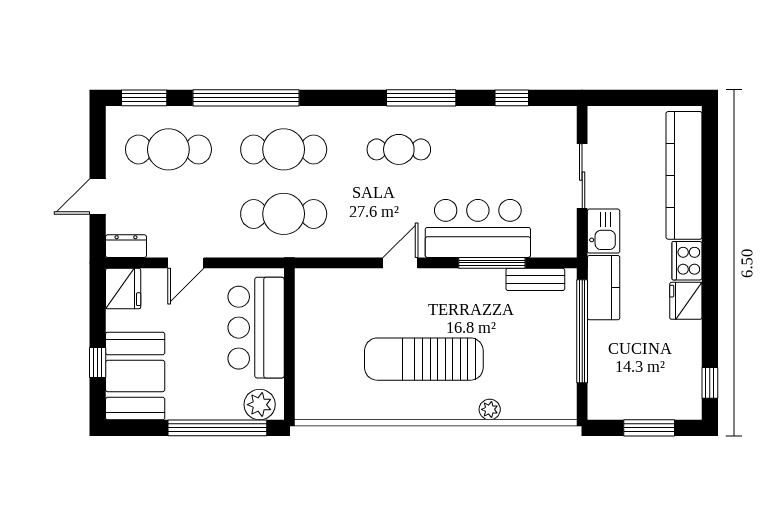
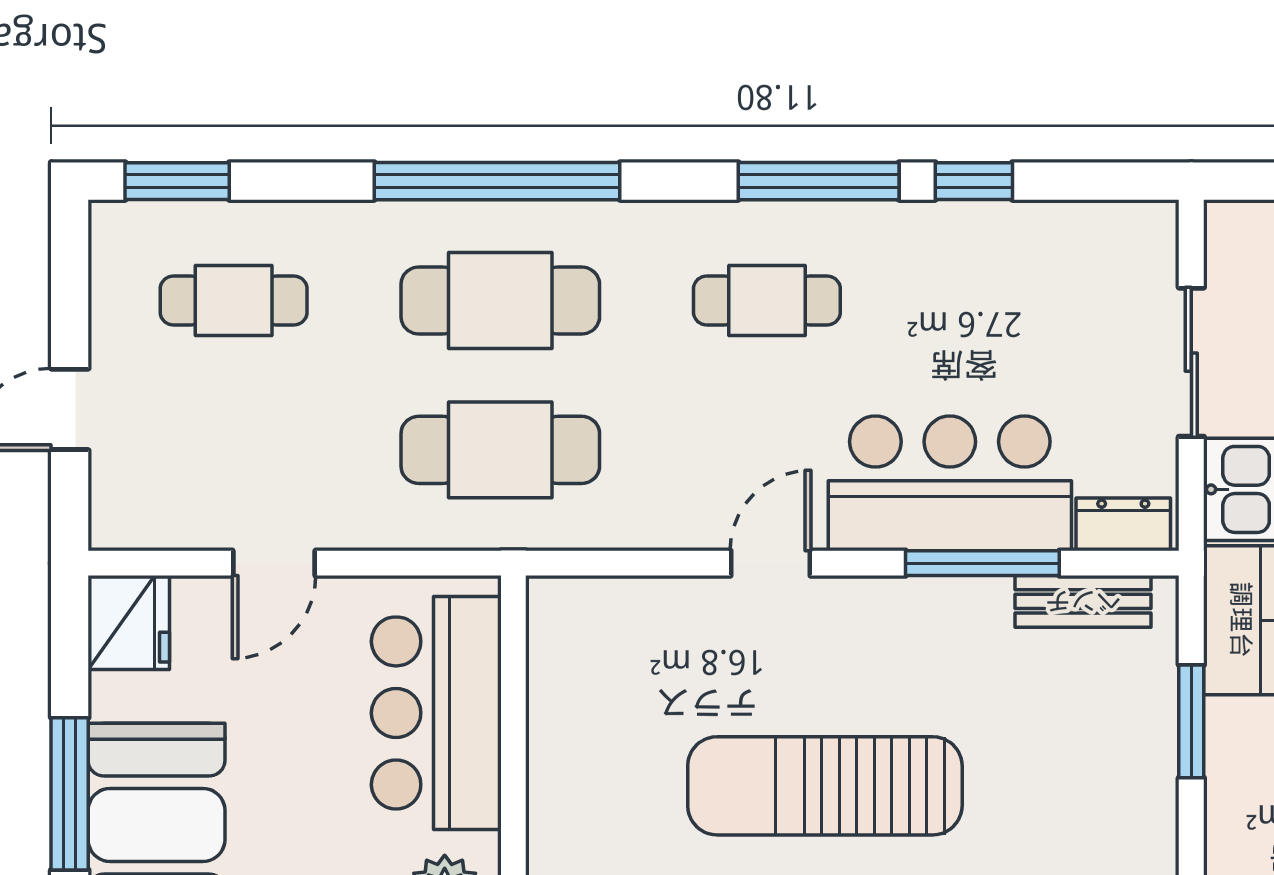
window: (246, 98) -> (497, 181), moved
window: (512, 98) -> (974, 181), moved
cafe table: (168, 149) -> (234, 301), width x0.73, depth x0.74
dresser: (126, 246) -> (1123, 524), moved
window: (582, 331) -> (1191, 721), width x0.47
window: (98, 363) -> (70, 794), width x2.17

